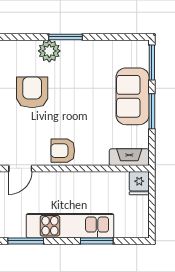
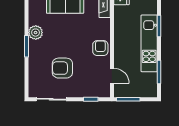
plant: (49, 51) -> (36, 33), moved
armchair: (63, 151) -> (100, 48), turned 180

